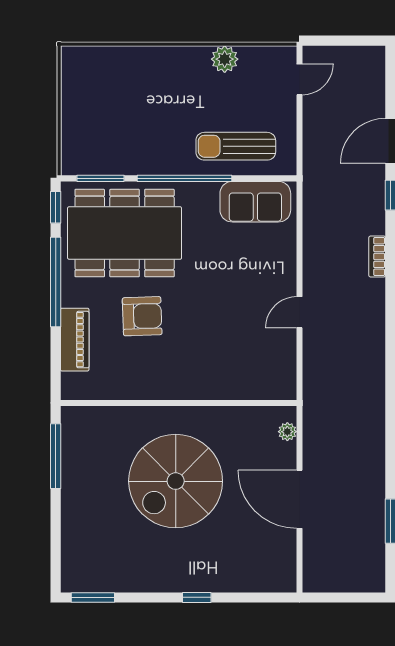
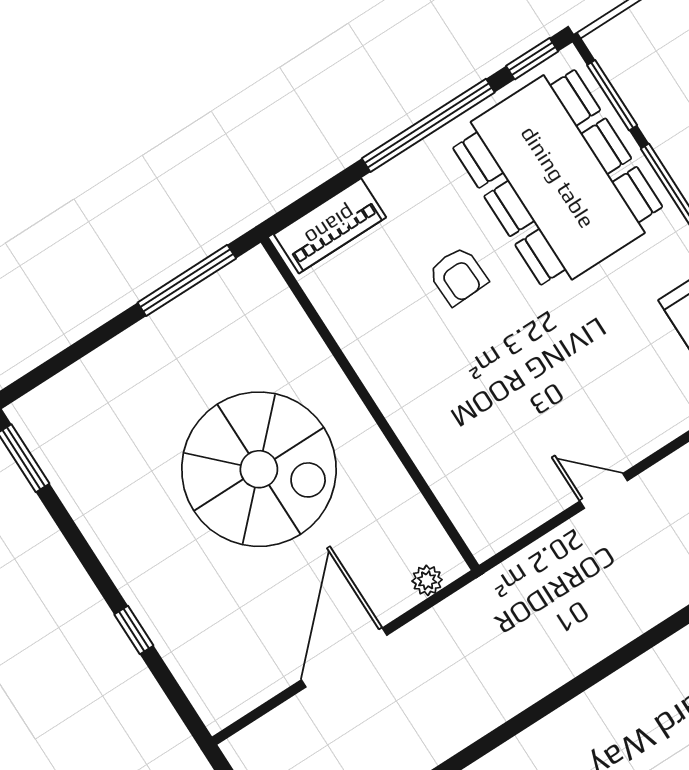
armchair: (142, 316) -> (458, 276), width x0.72, depth x0.72
piano: (75, 340) -> (330, 226), moved
spiral stairs: (176, 481) -> (259, 469), turned 180
window: (197, 597) -> (134, 630), moved

